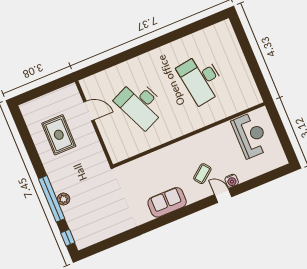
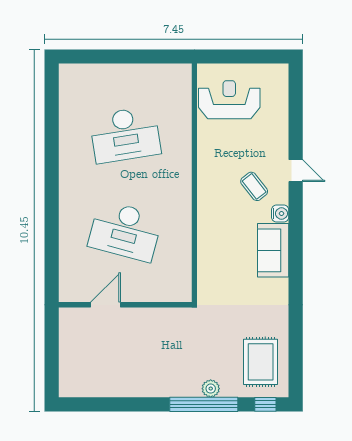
desk: (141, 104) -> (125, 231), turned 39
rug: (59, 135) -> (261, 362), moved, turned 90
water cooler: (232, 181) -> (280, 213), moved
door: (223, 196) -> (296, 171), swing flipped

